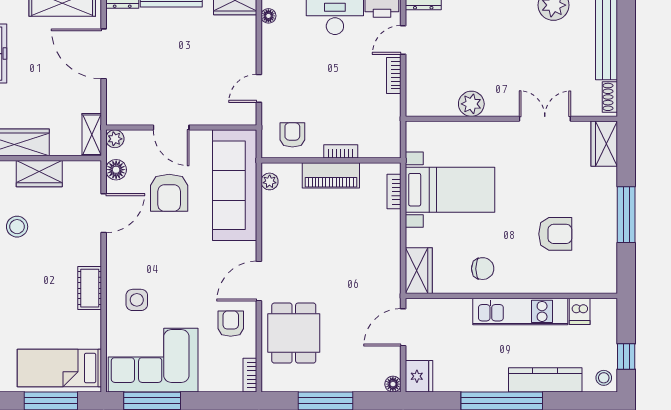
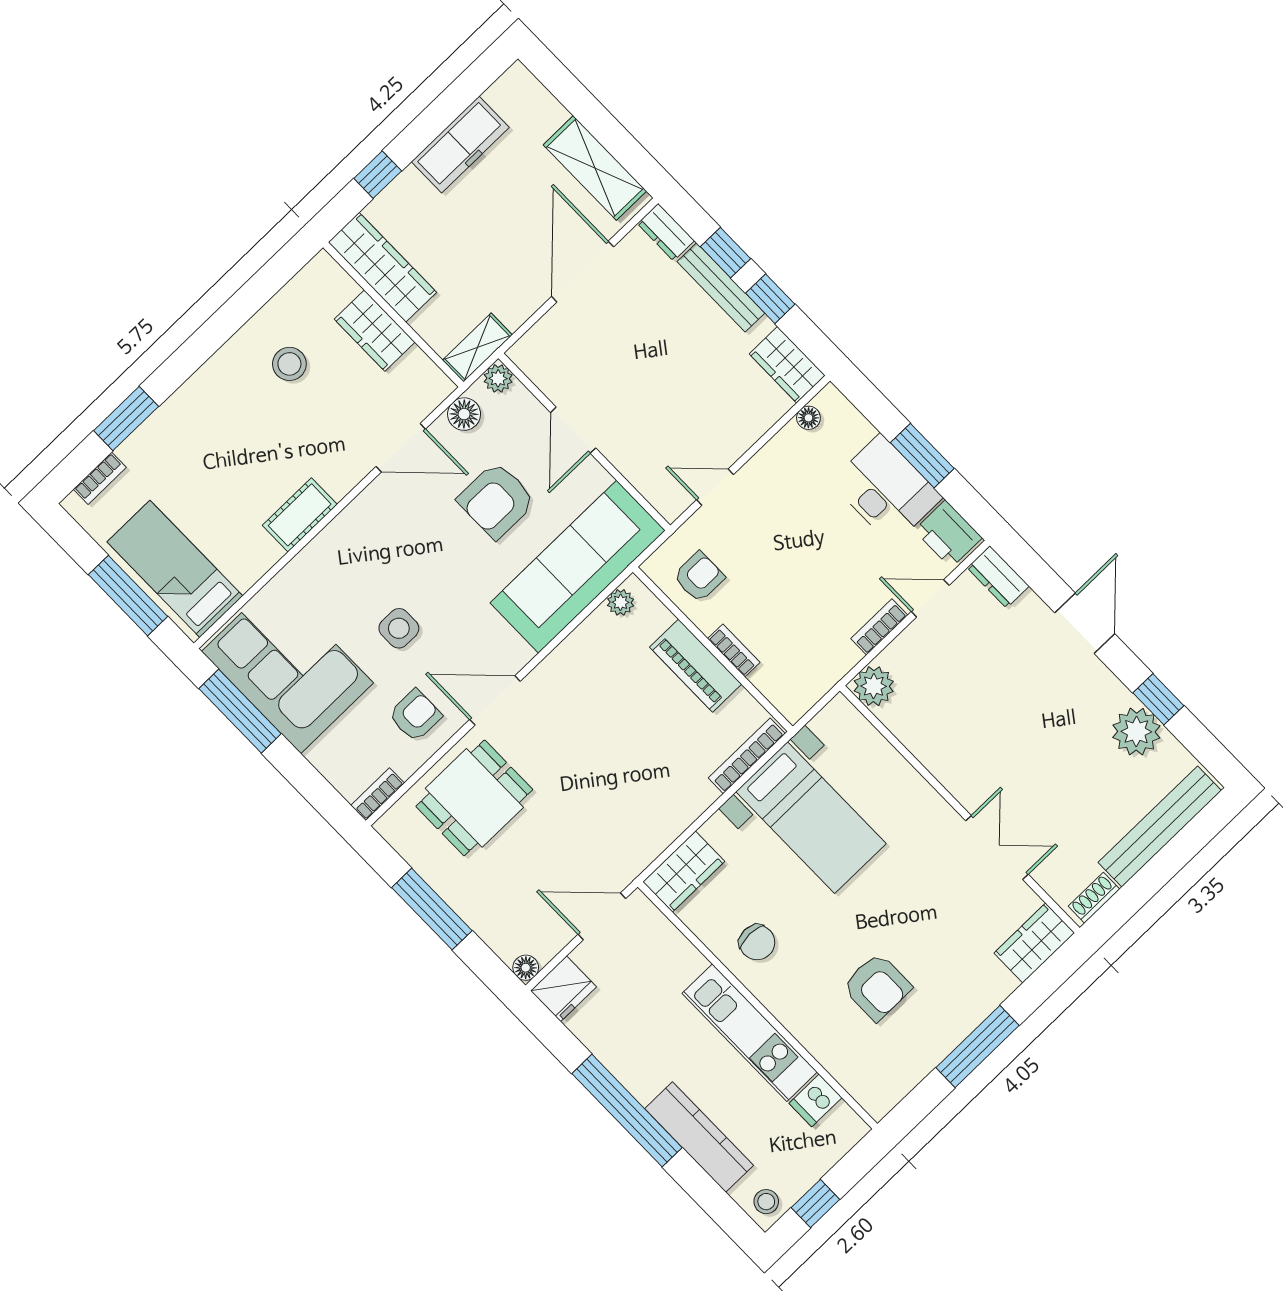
plant: (471, 104) -> (874, 686), moved
bookcase: (394, 192) -> (747, 756), width x1.56
side table: (137, 300) -> (399, 628), moved

